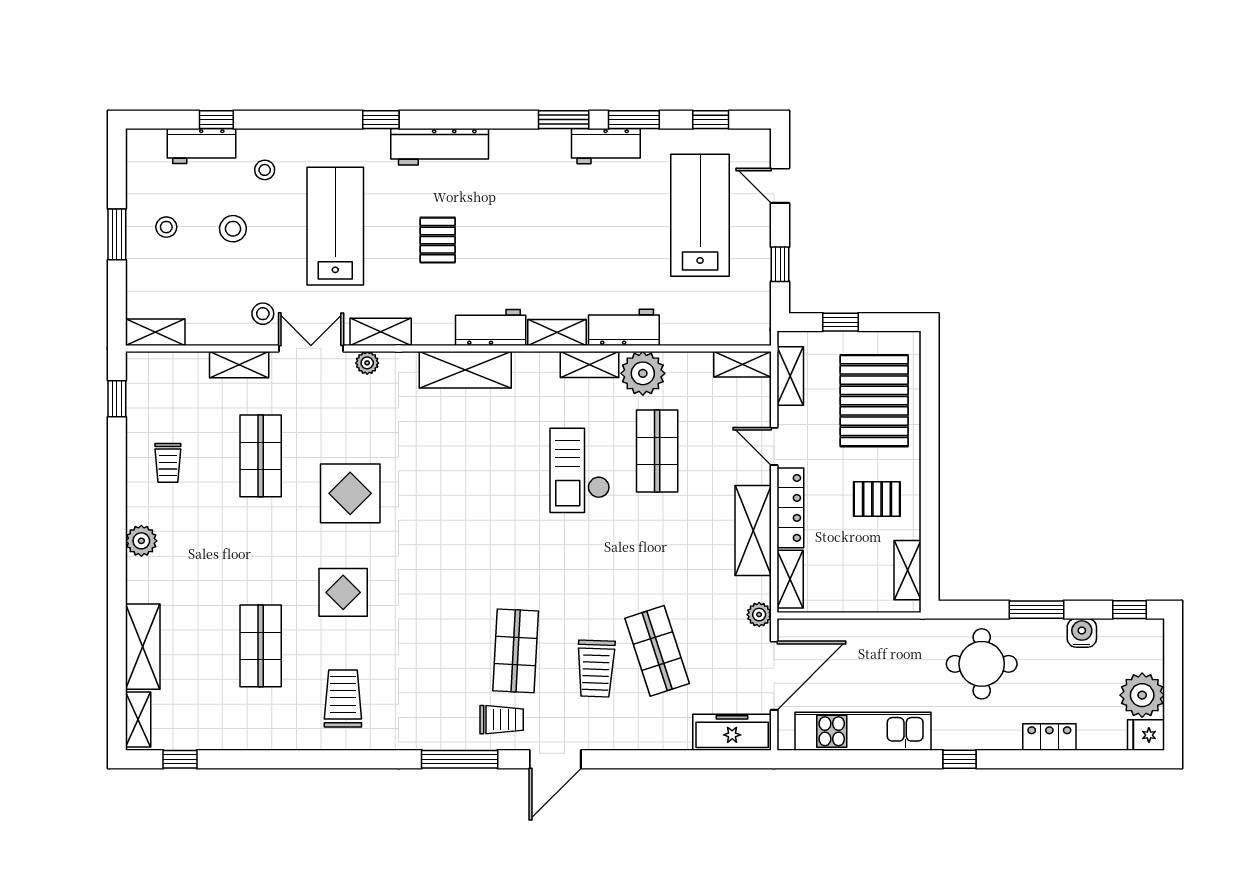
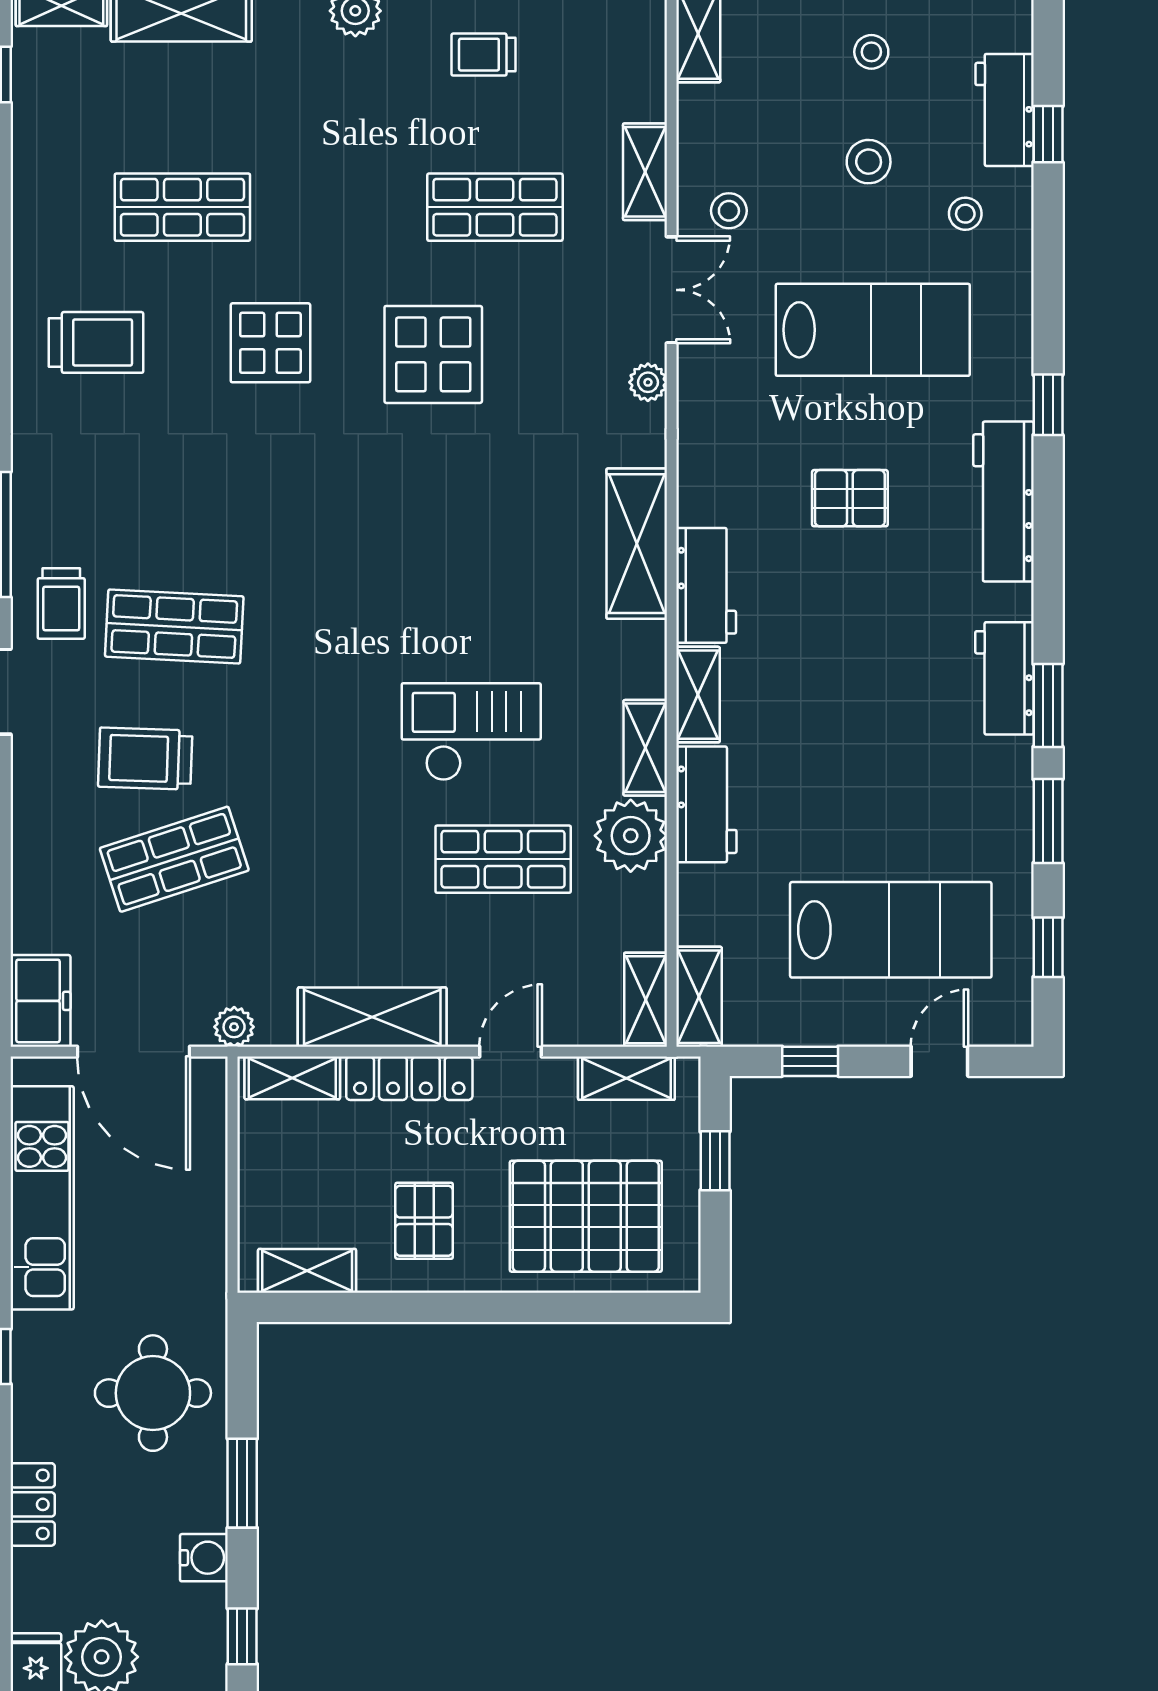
workbench: (606, 146) -> (1004, 678), moved
shelving: (381, 332) -> (699, 997), moved
freezer: (732, 732) -> (40, 1001), width x0.71

